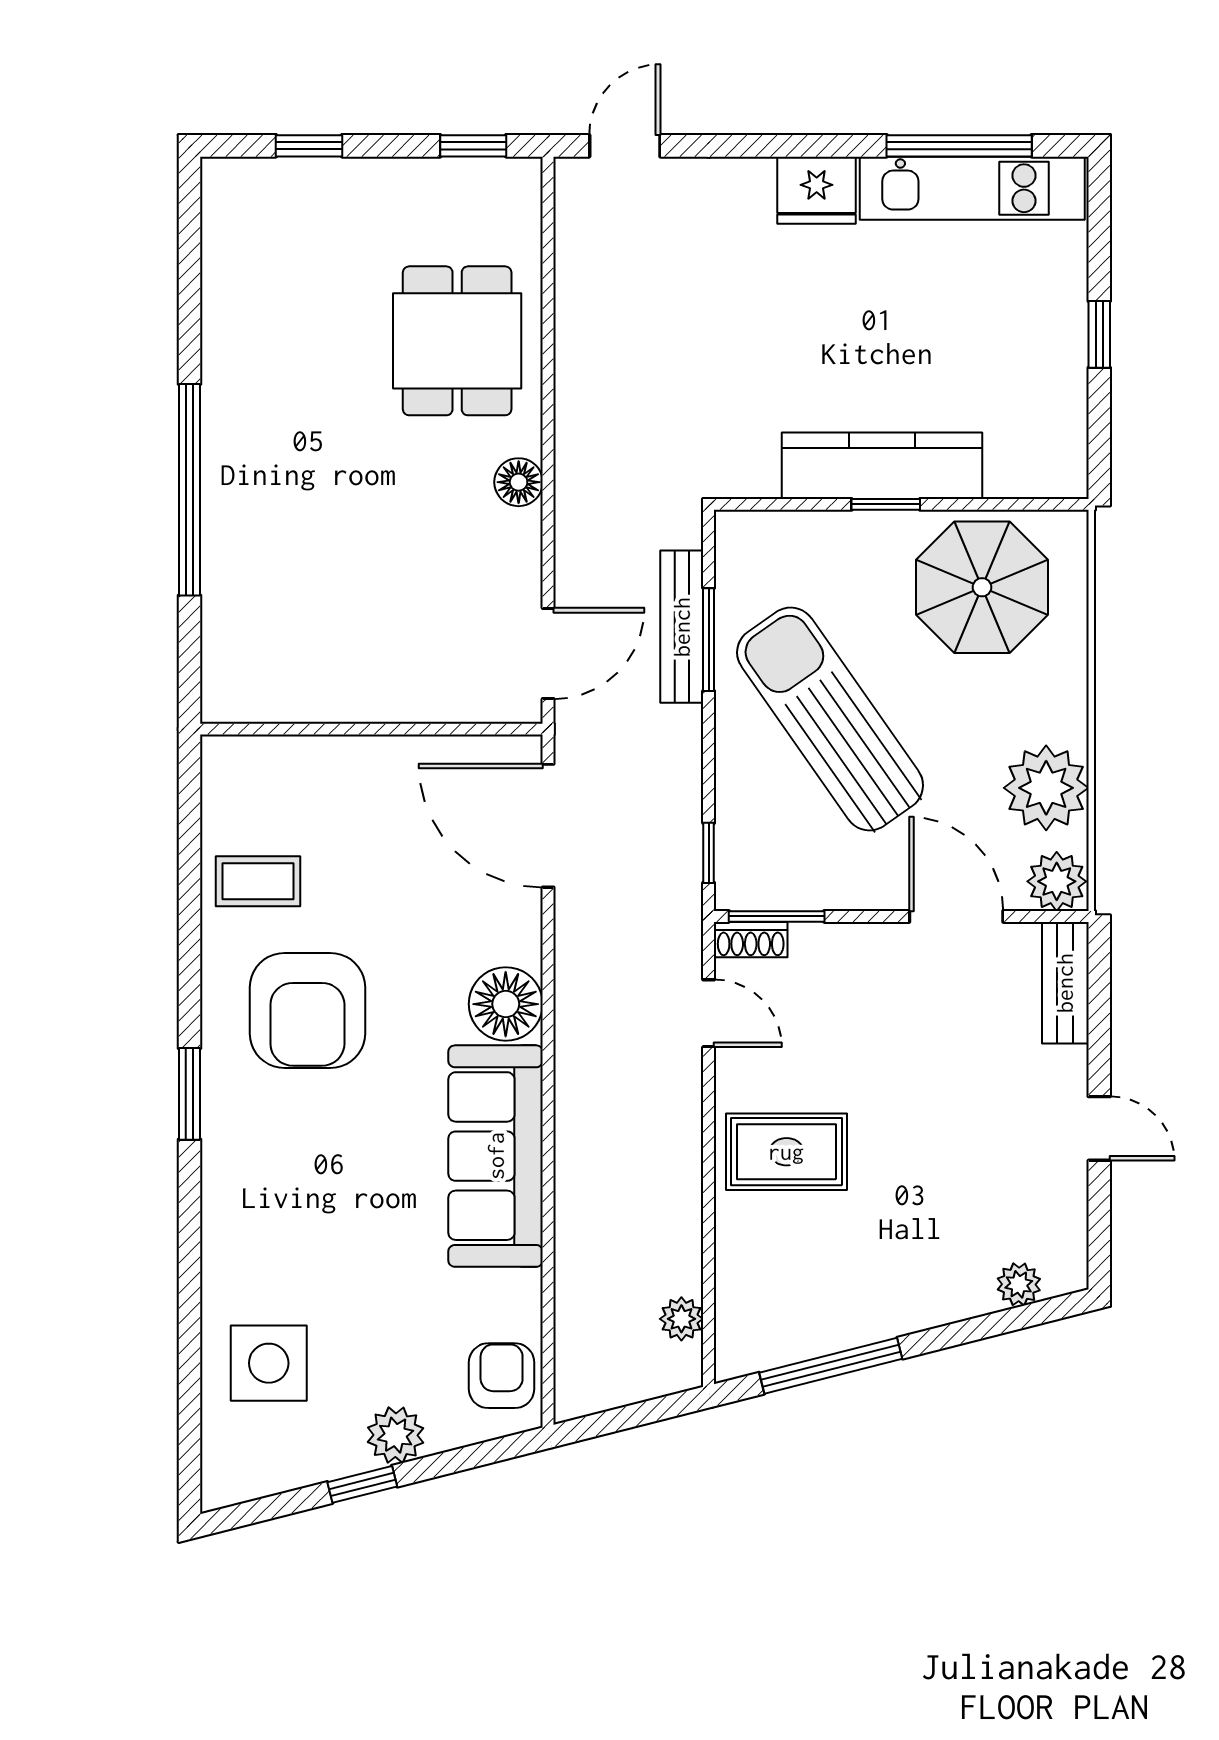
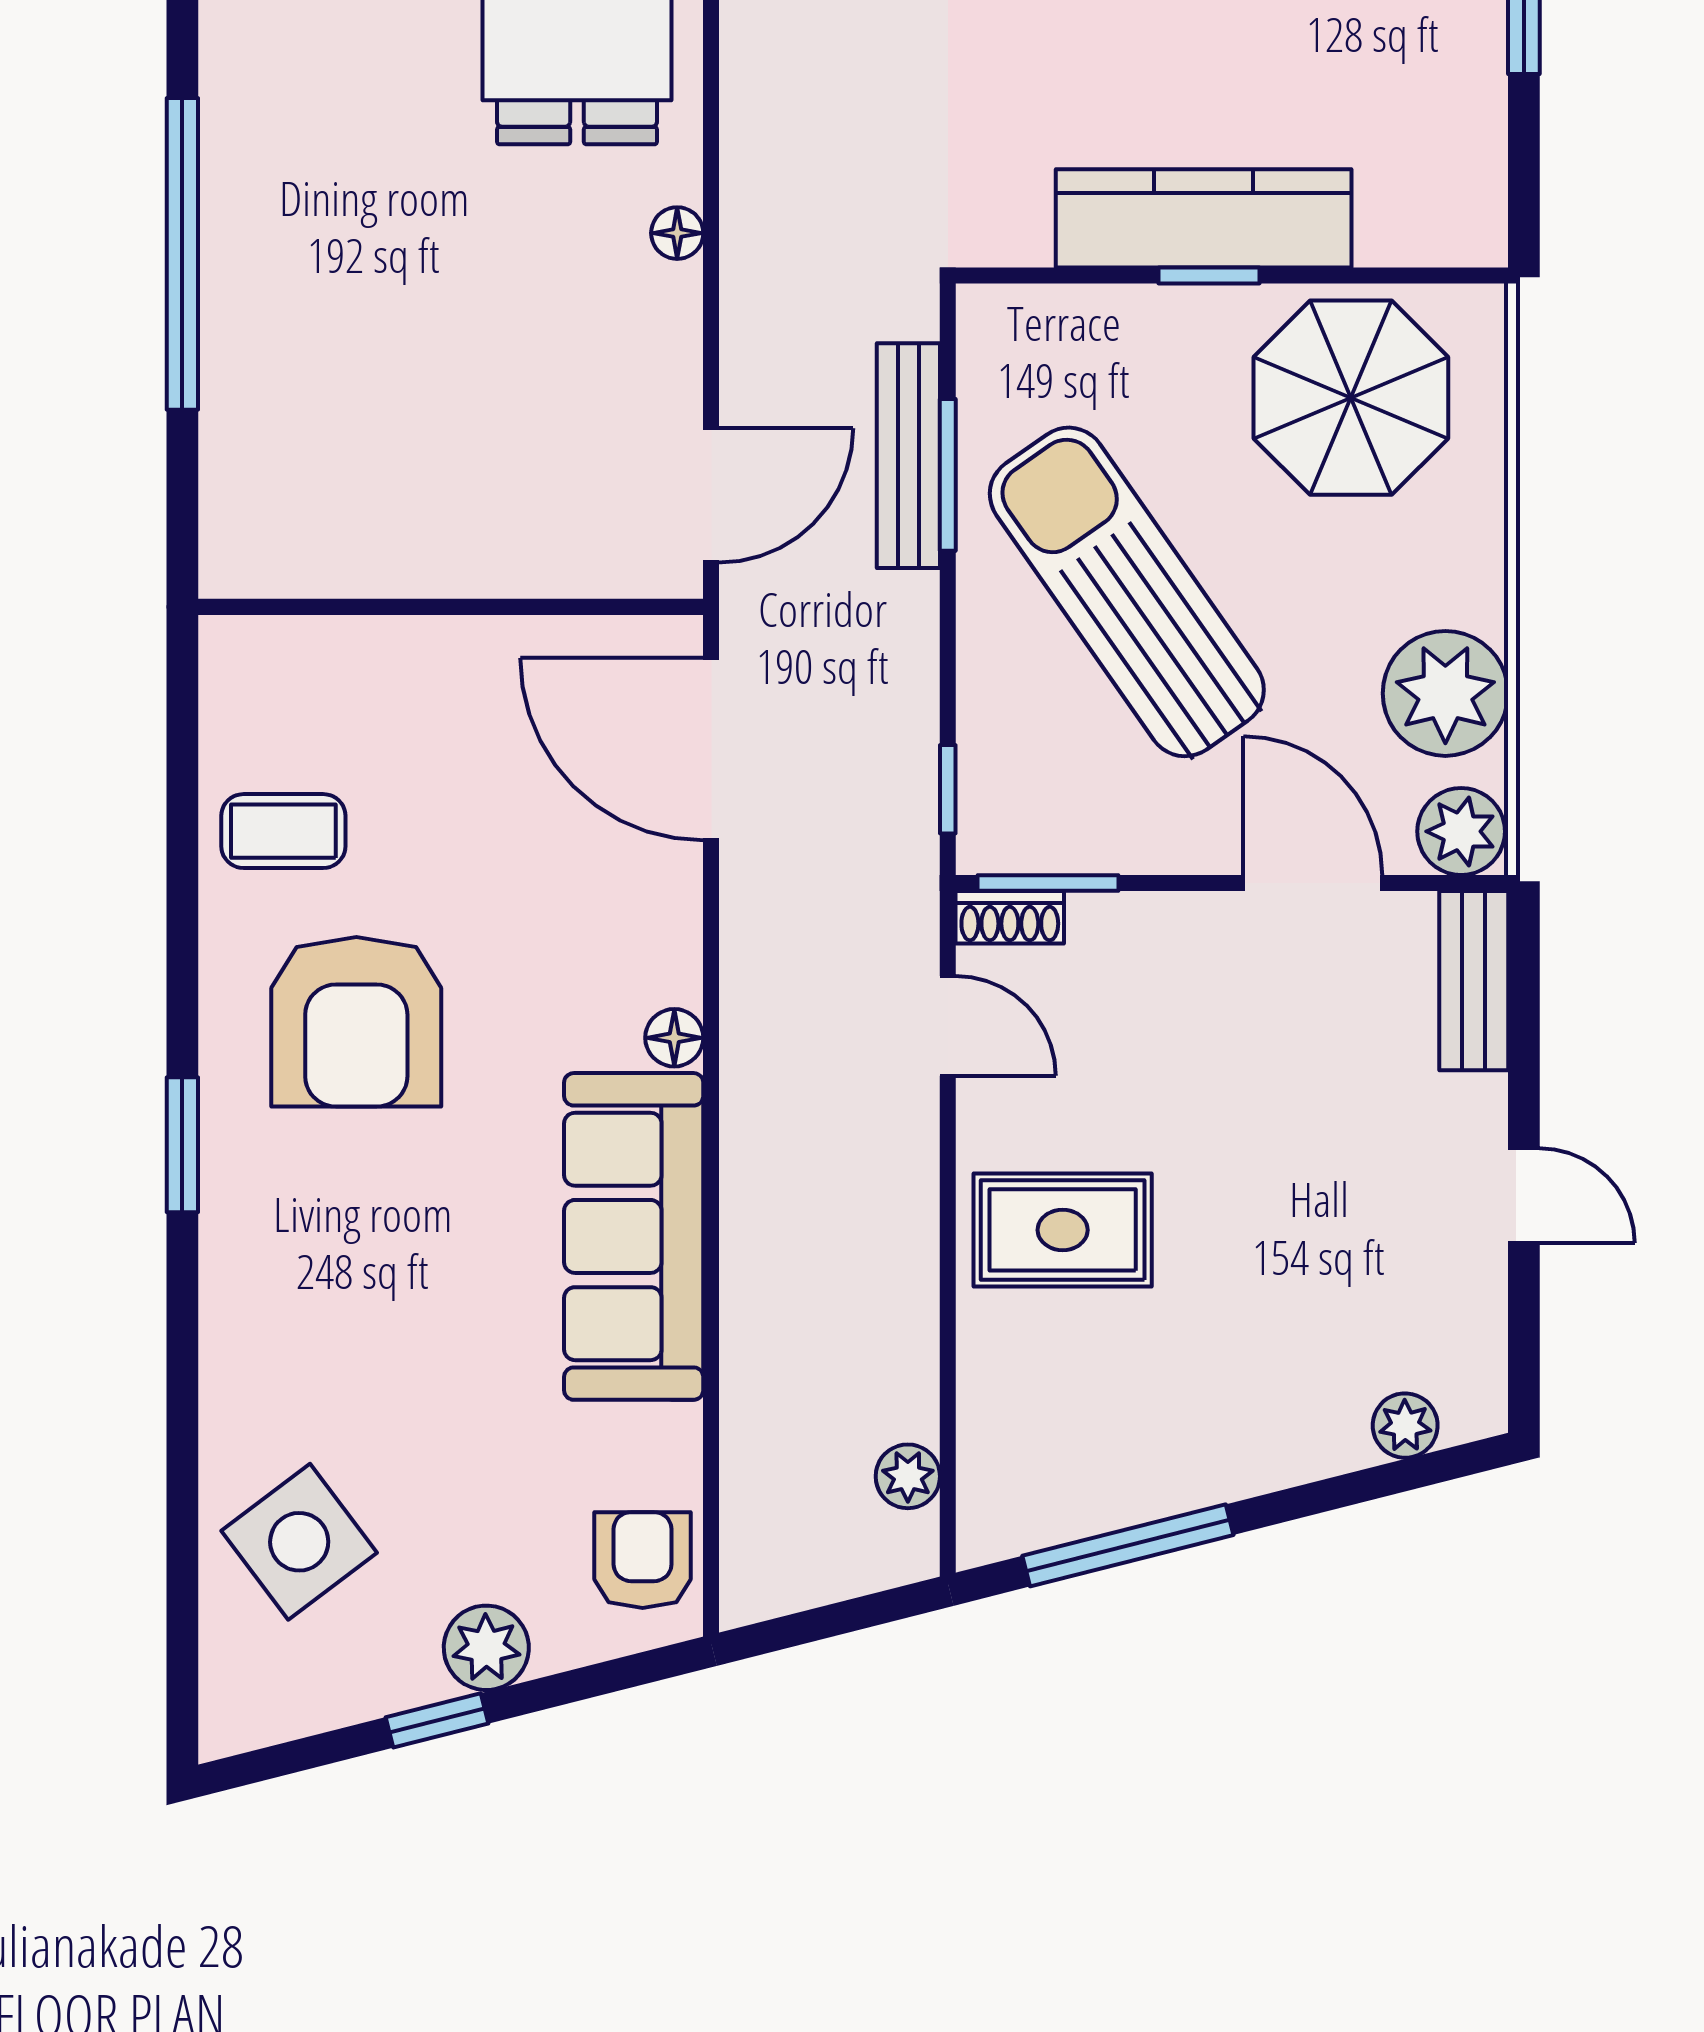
floor lamp: (519, 482) -> (677, 233), width x0.73, depth x0.73
floor lamp: (506, 1004) -> (674, 1038), width x0.53, depth x0.53
side table: (269, 1363) -> (299, 1542), turned -37

